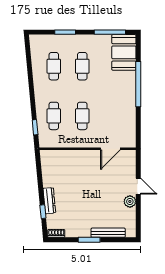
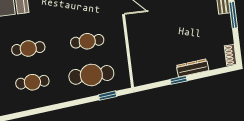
cafe table: (54, 116) -> (91, 75), width x1.37, depth x1.35
window: (43, 212) -> (179, 80), moved

